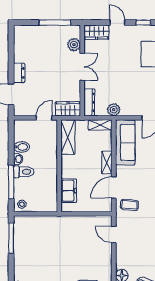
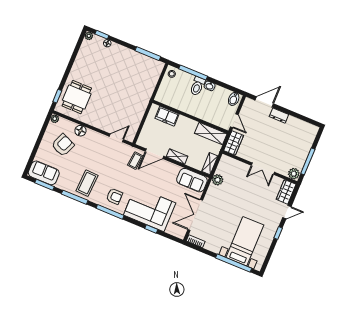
plant: (74, 45) -> (294, 174), moved
dresser: (89, 102) -> (232, 163), removed
sofa: (125, 142) -> (192, 180), width x0.73
bidet: (21, 147) -> (234, 99), moved
door: (114, 187) -> (155, 154), swing flipped

